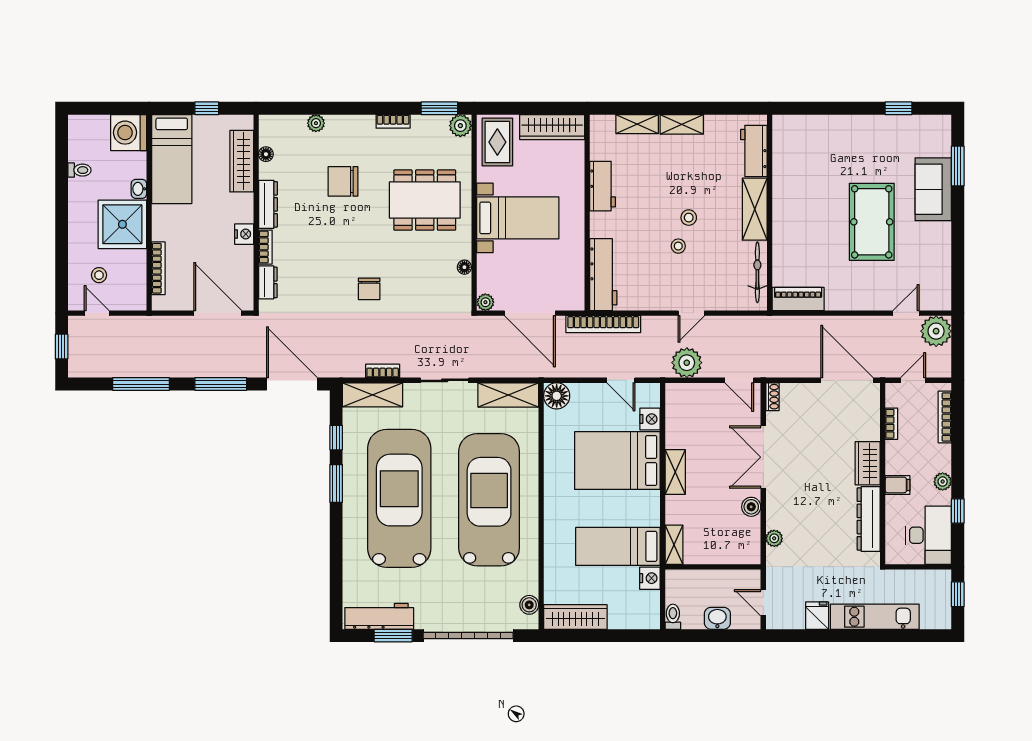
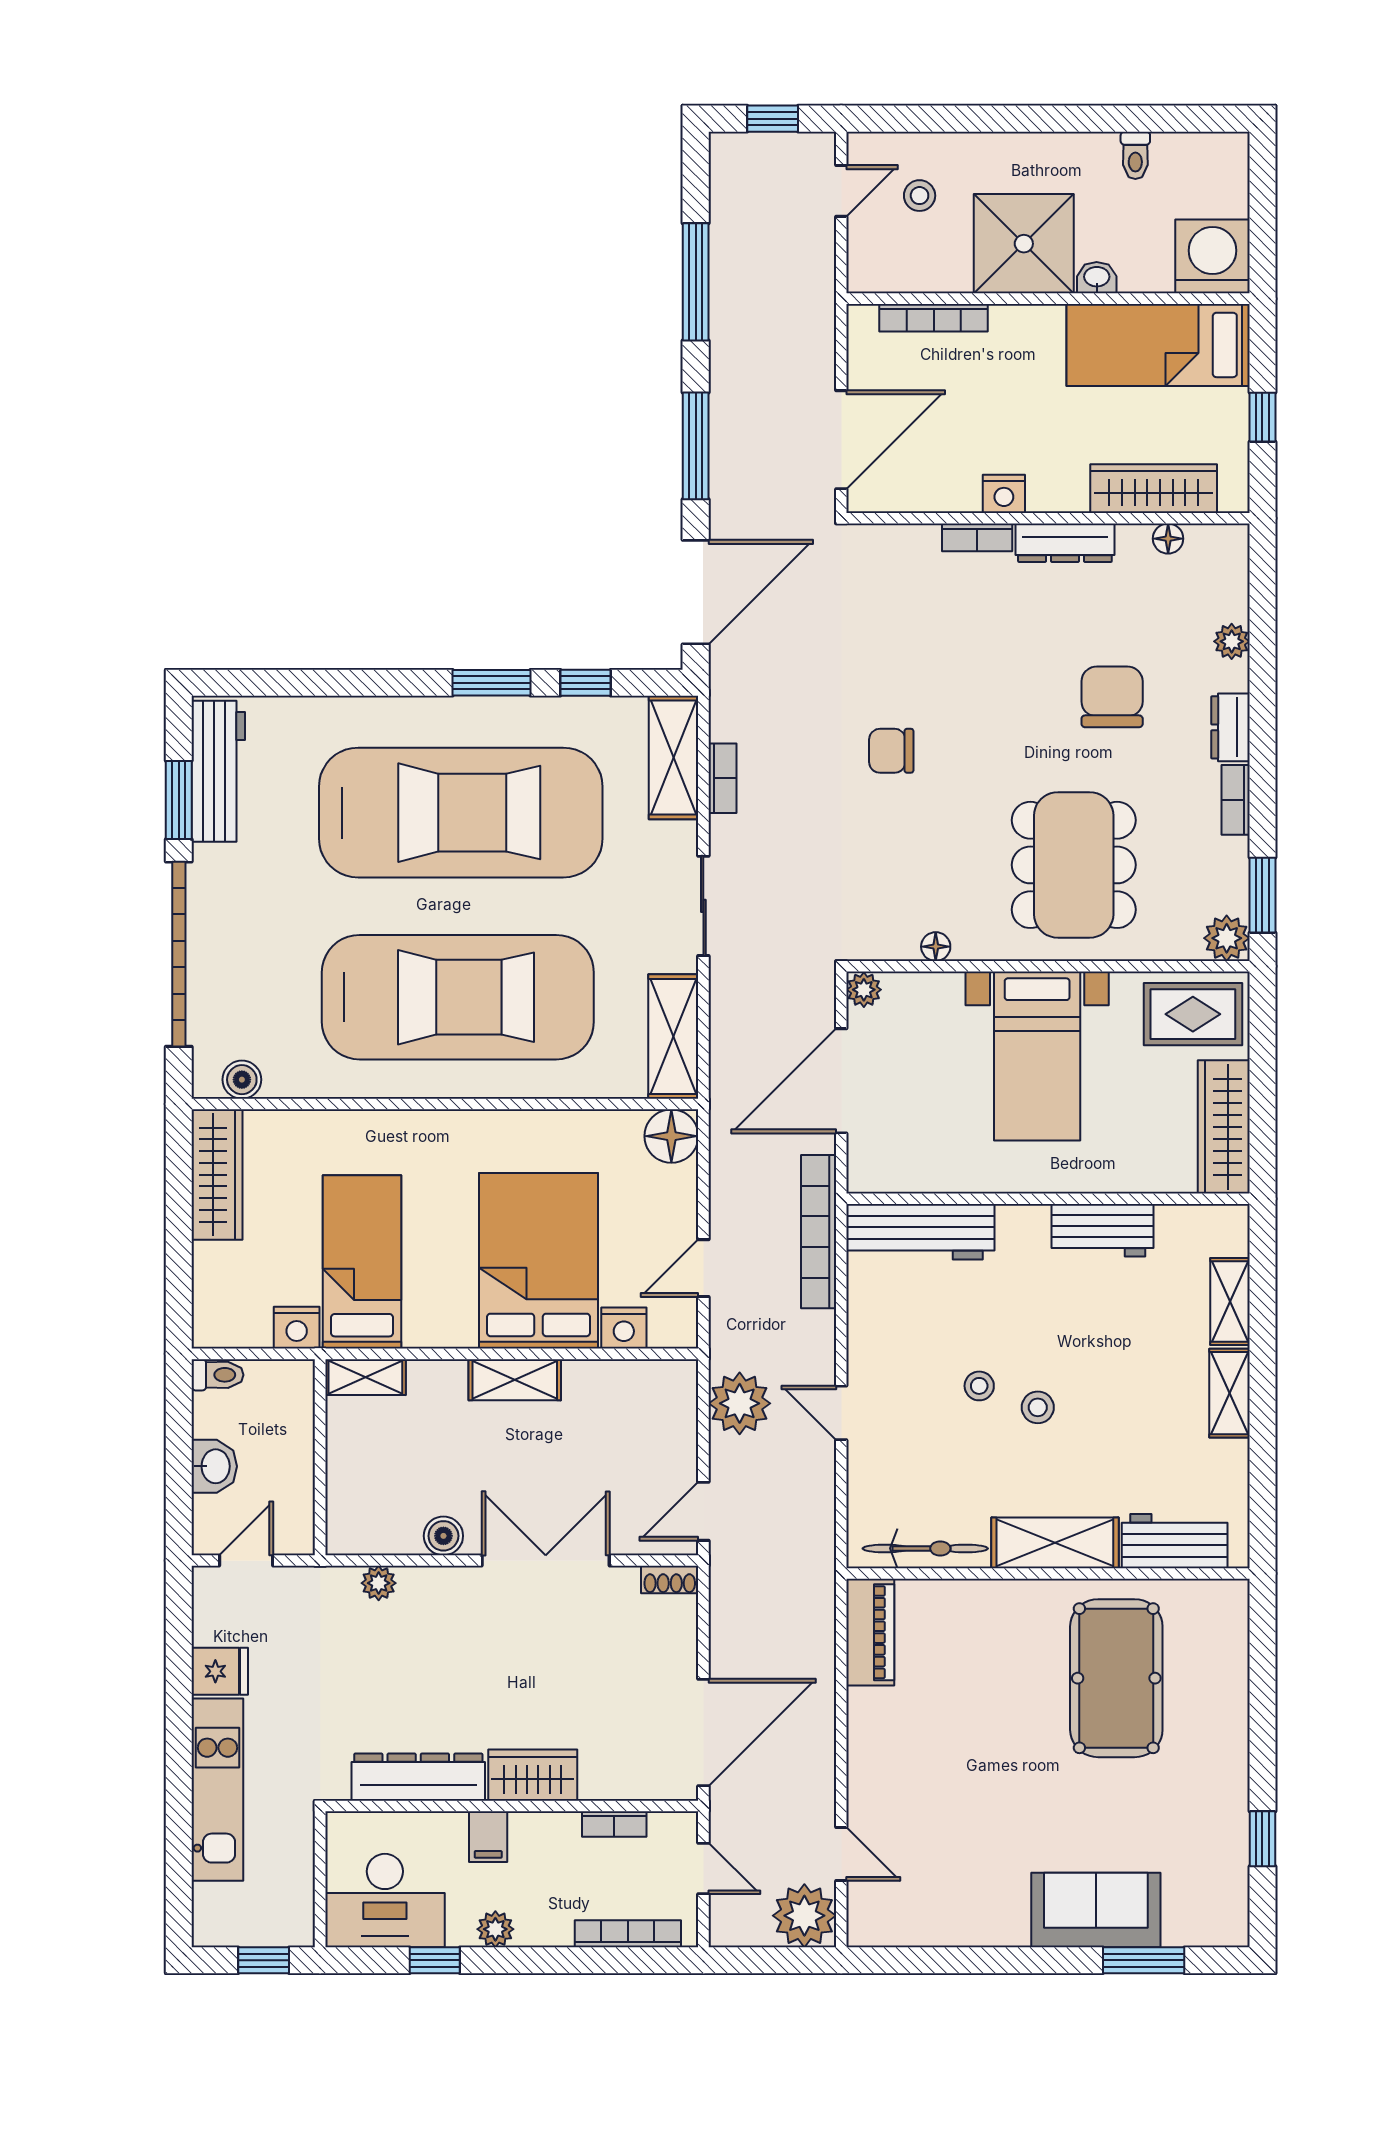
pool table: (872, 222) -> (1116, 1678), moved, turned 90
dresser: (268, 282) -> (1230, 727), moved, turned 90

